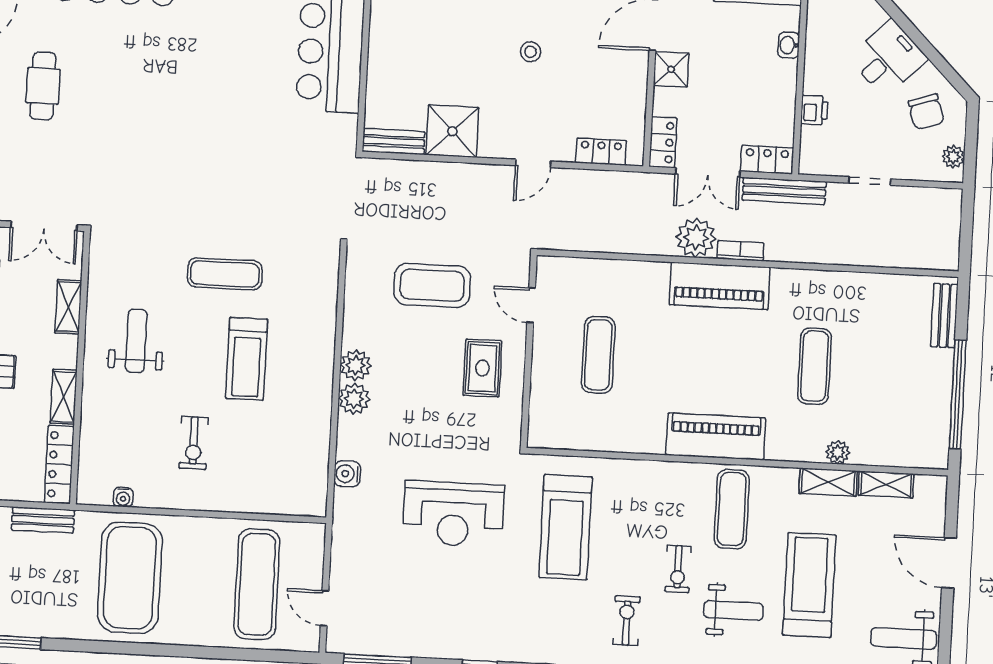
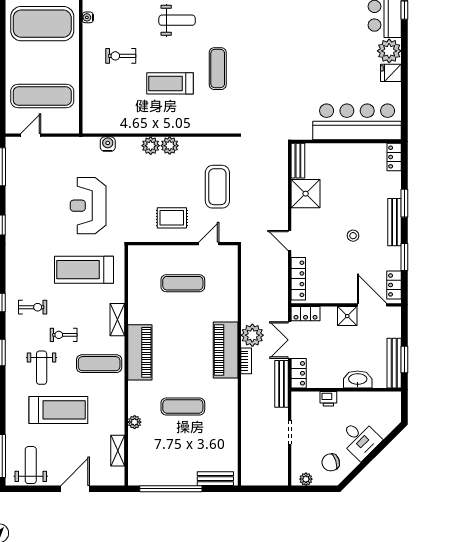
washbasin: (789, 45) -> (358, 379), width x1.91, depth x1.45
locker: (601, 152) -> (298, 279), width x1.53
shelving: (828, 482) -> (117, 320), moved

